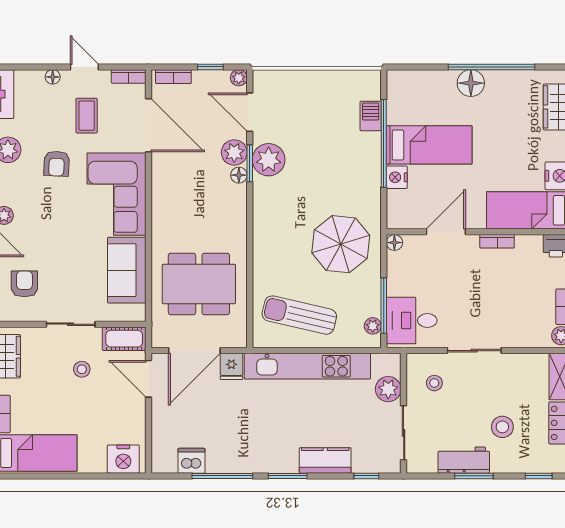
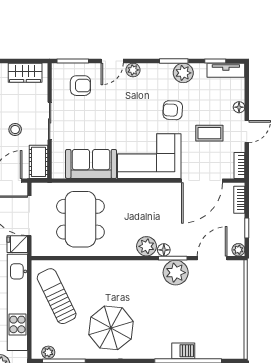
barbecue: (371, 116) -> (183, 351), moved
plant: (234, 152) -> (146, 246), moved
sun lounger: (299, 315) -> (57, 296), turned -39

